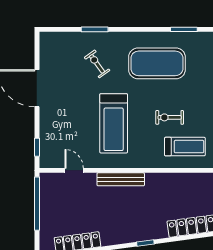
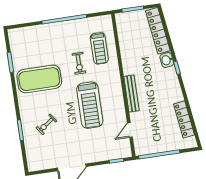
exercise mat: (157, 63) -> (39, 79), turned 90
treadmill: (114, 123) -> (90, 105), turned 90
treadmill: (185, 147) -> (99, 48), turned 180
washbasin: (157, 231) -> (167, 60), added

